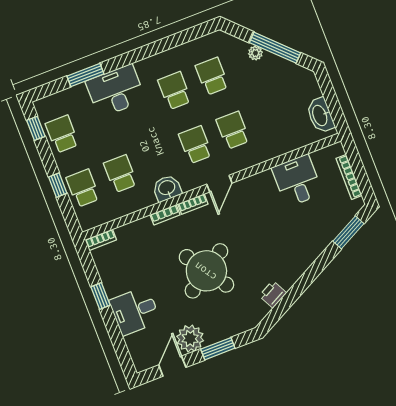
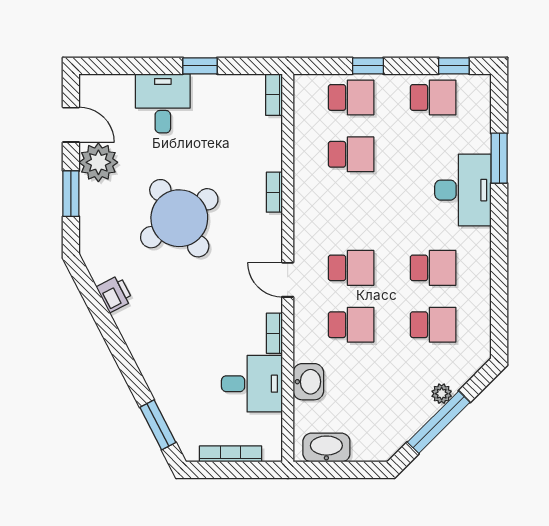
washbasin: (167, 188) -> (308, 382), moved
bookcase: (193, 204) -> (274, 333), moved

